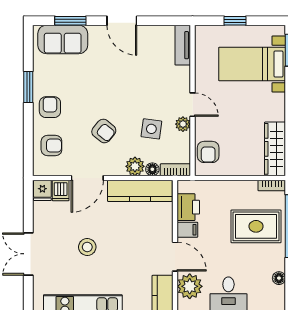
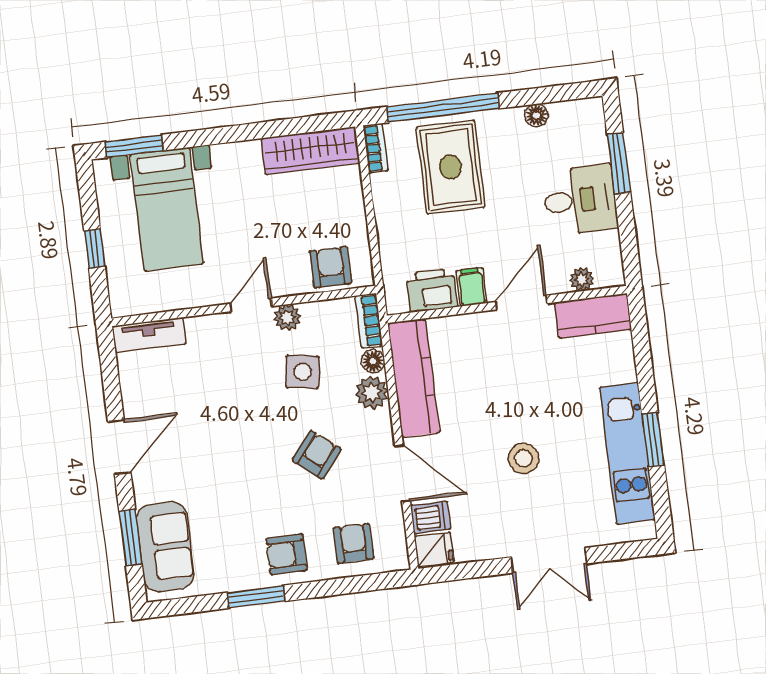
armchair: (208, 152) -> (331, 267), turned -90
plant: (190, 286) -> (582, 279), width x0.53, depth x0.53

